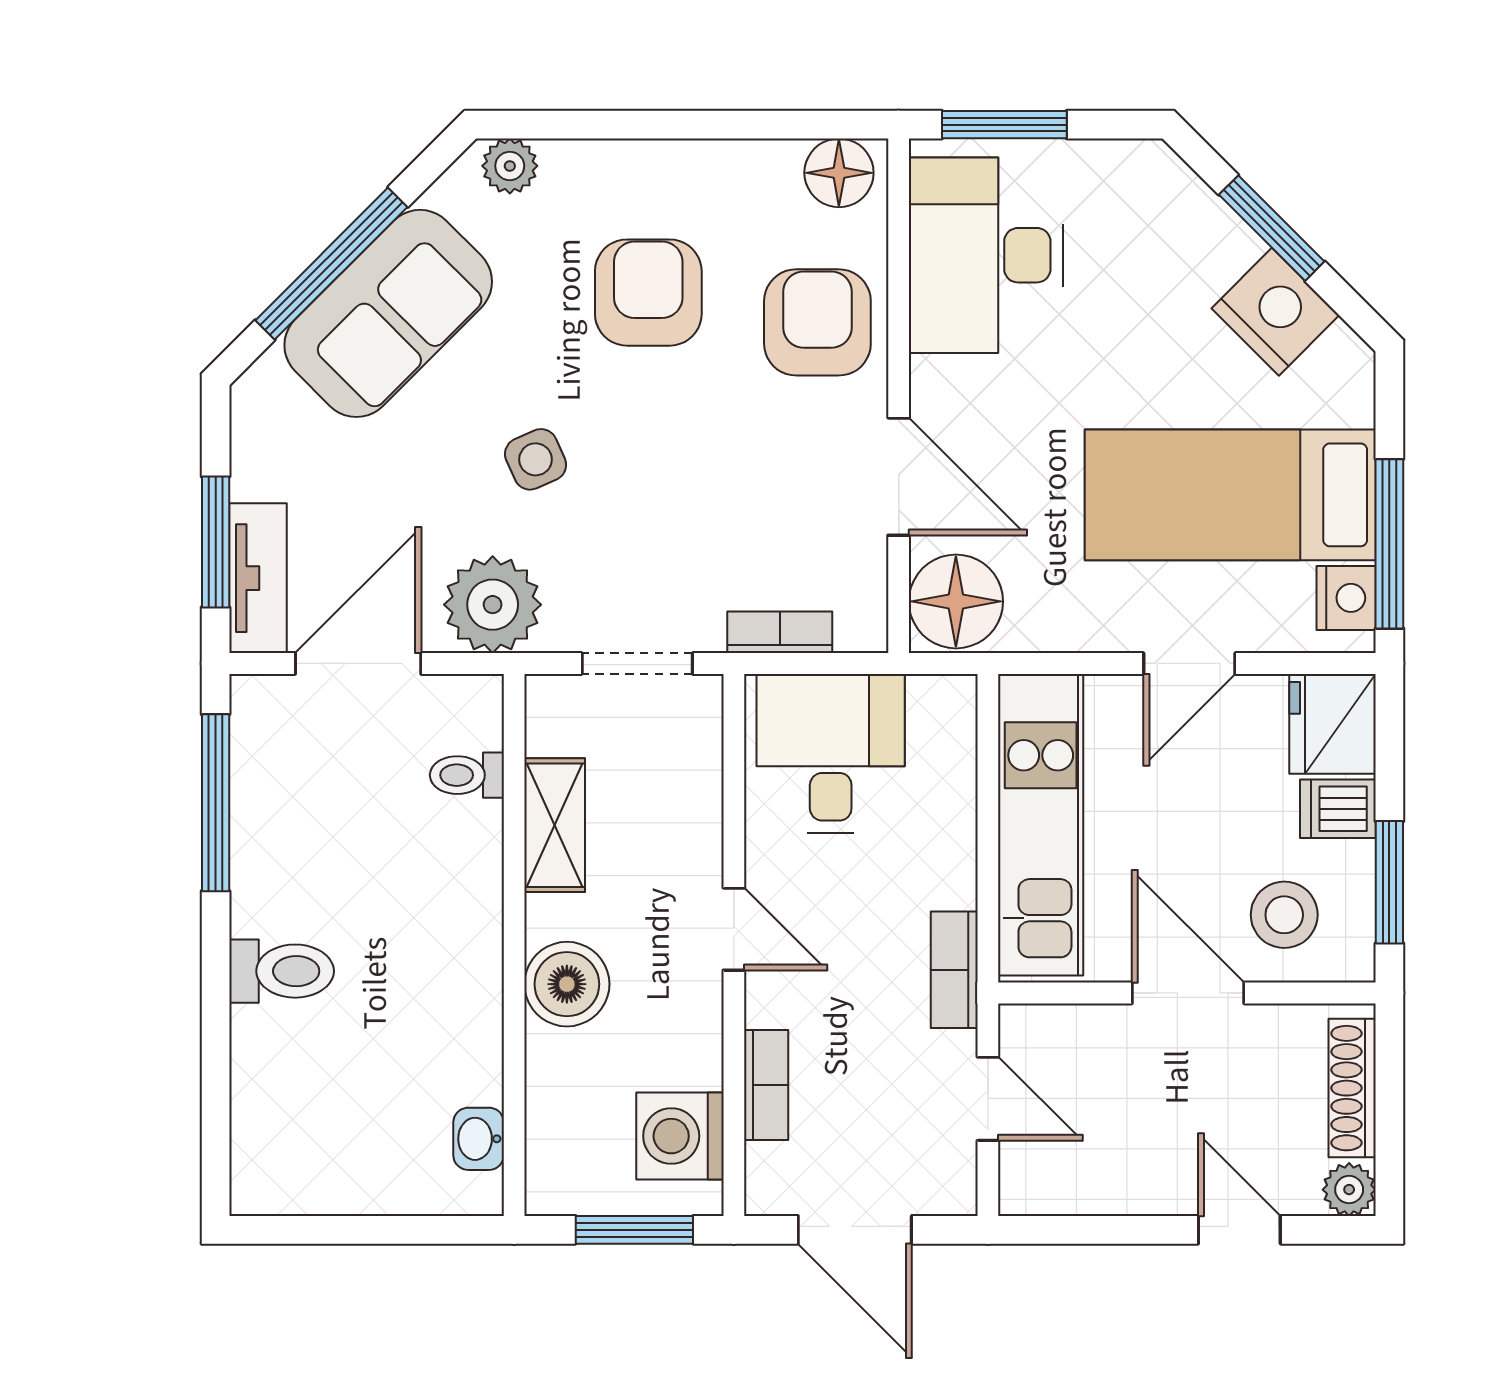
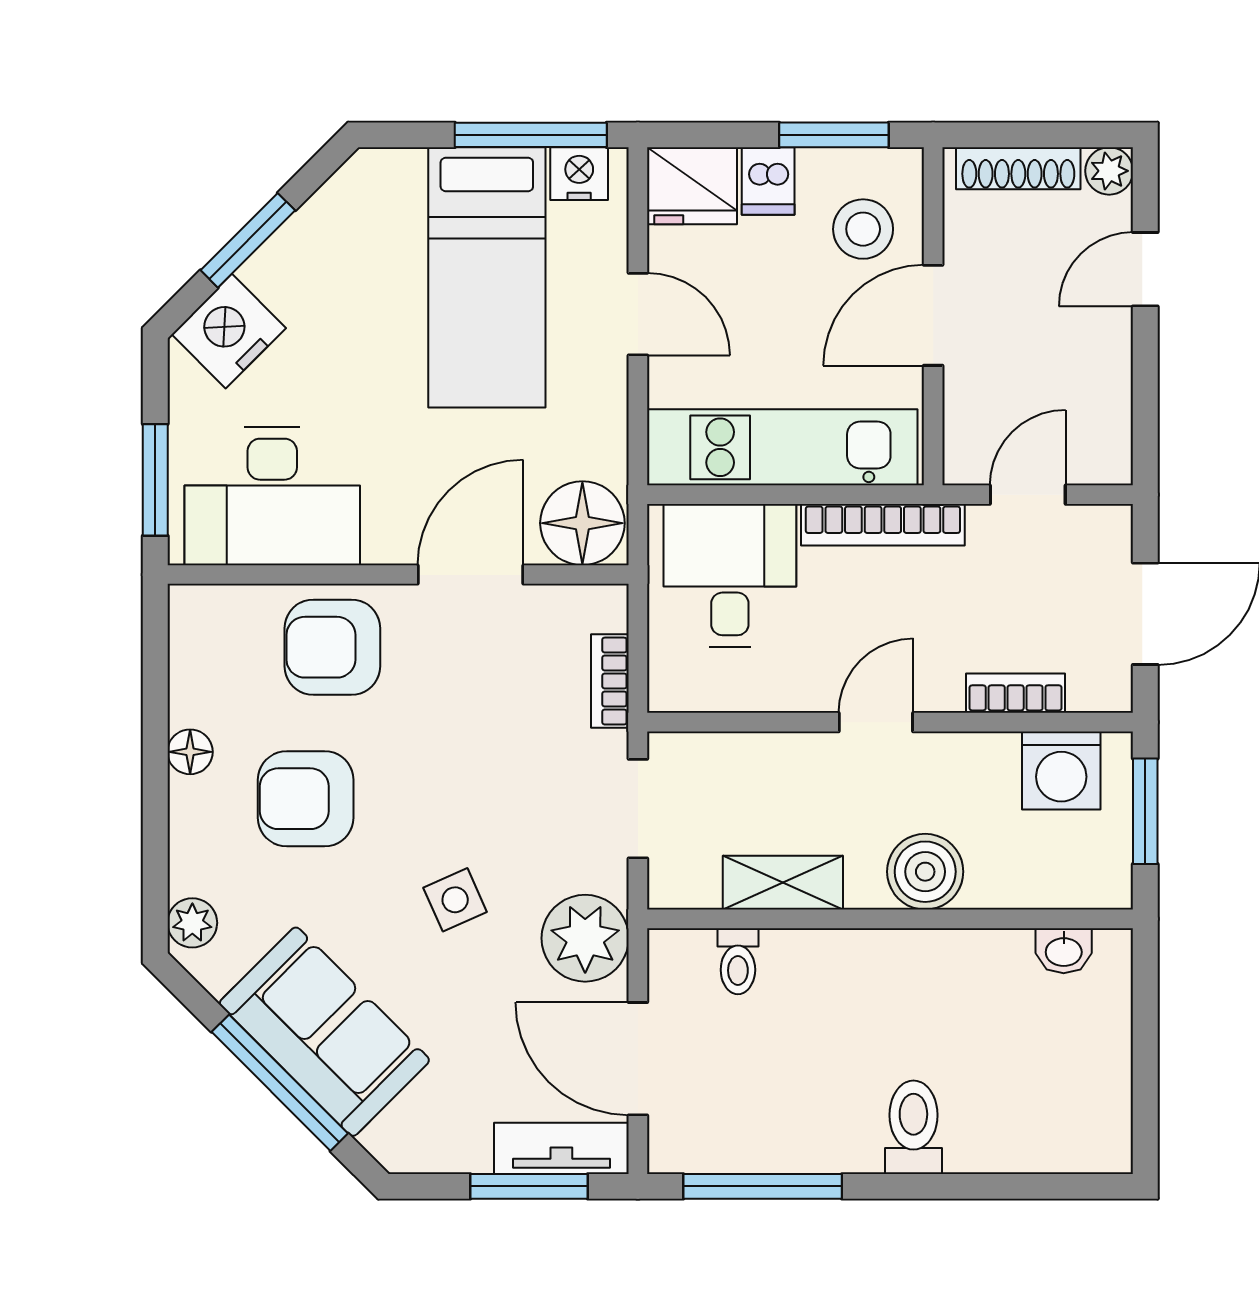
floor lamp: (839, 173) -> (190, 752), moved, width x0.73, depth x0.73
nightstand: (1275, 312) -> (229, 331), moved
desk: (831, 754) -> (730, 575), moved, turned 90
bookcase: (954, 970) -> (883, 525), width x1.56

